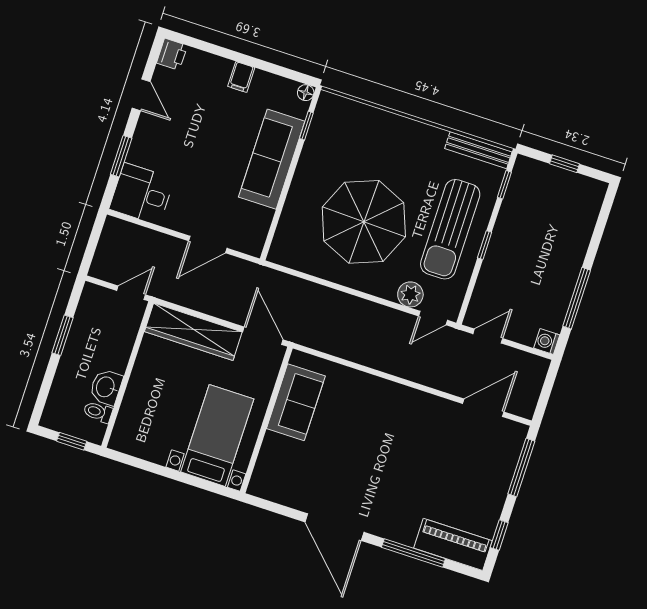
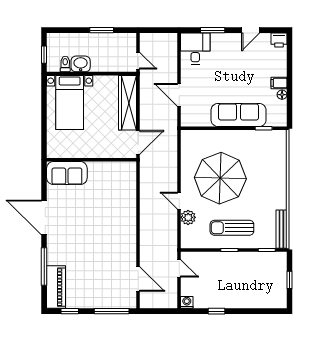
floor lamp: (306, 93) -> (282, 95), moved
sun lounger: (450, 229) -> (232, 228), width x0.73, depth x0.75
window: (577, 298) -> (216, 311), width x0.46
door: (433, 318) -> (179, 201), moved
sofa: (296, 402) -> (67, 173), moved
bed with nightstands: (217, 435) -> (70, 102), moved, turned 90
door: (334, 527) -> (44, 217), hinge flipped

